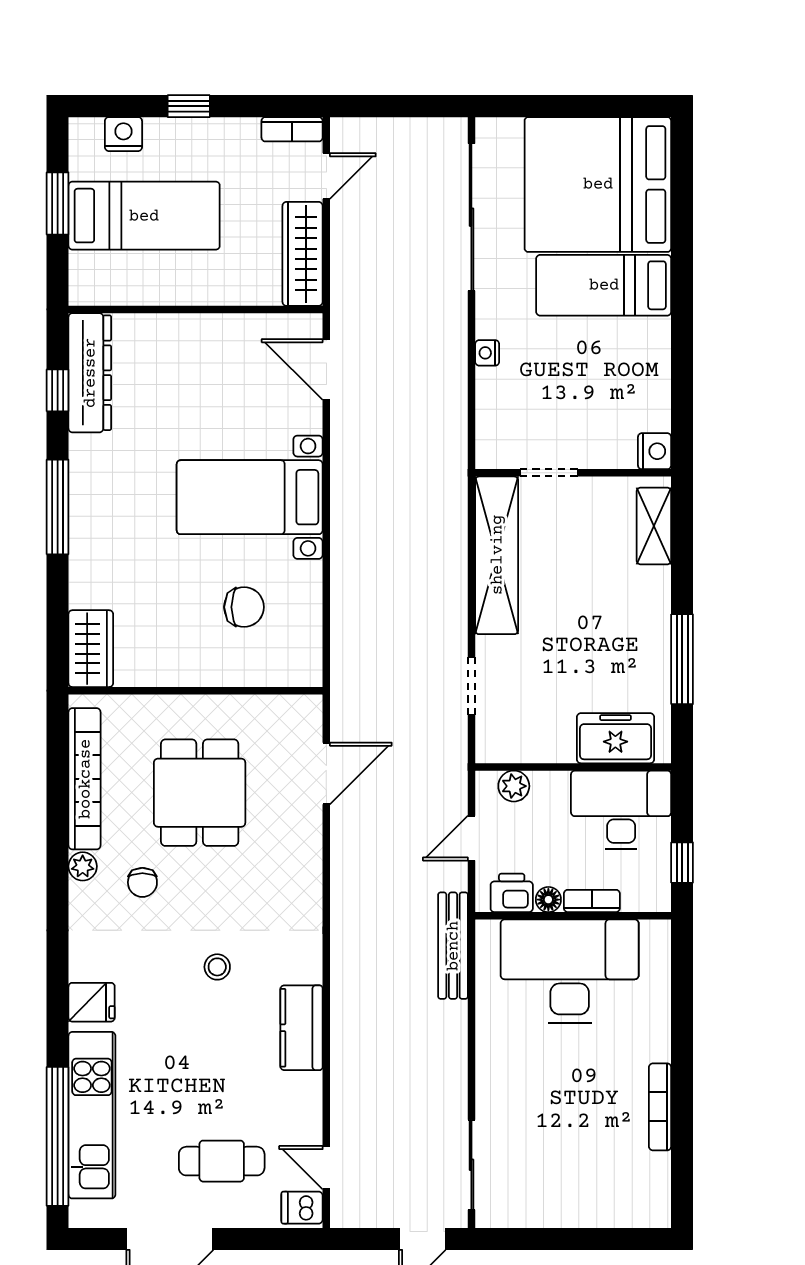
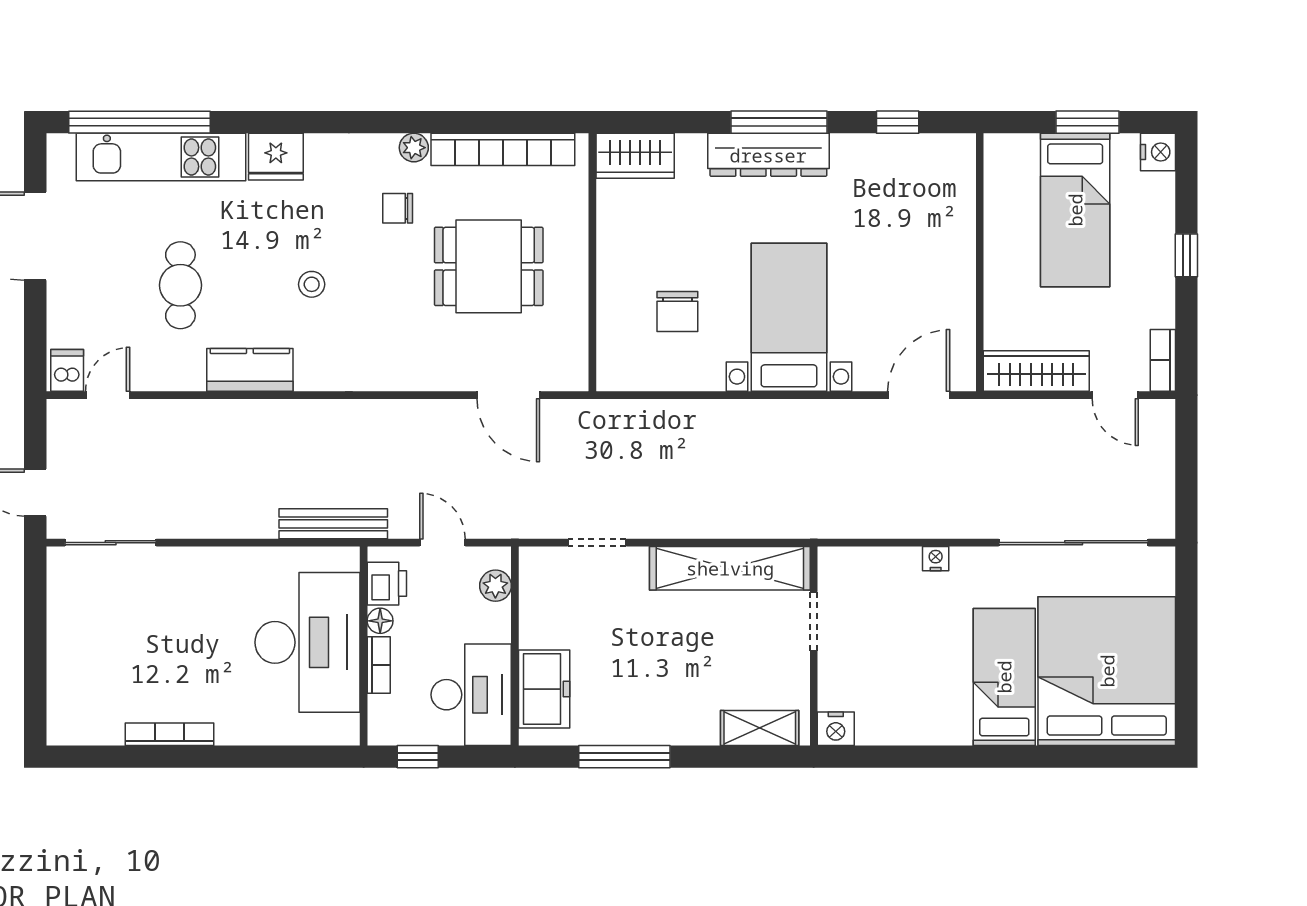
nightstand: (123, 134) -> (1158, 152), moved
dresser: (90, 373) -> (768, 155), moved
fridge: (92, 1002) -> (276, 157), width x1.38
cafe table: (222, 1161) -> (180, 285), moved

